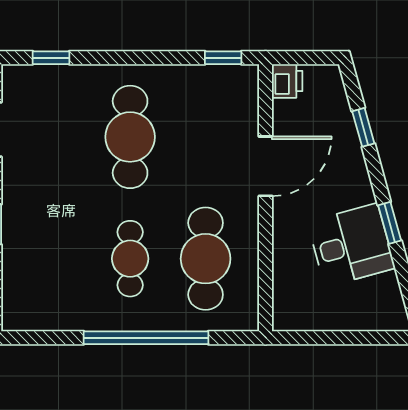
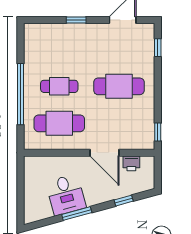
printer: (287, 81) -> (131, 163), moved
window: (390, 223) -> (77, 214), width x1.50

